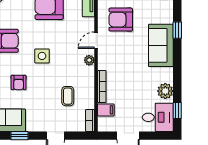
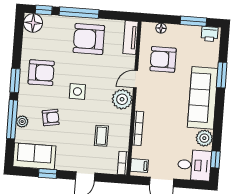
window: (177, 30) -> (222, 75), width x1.50
sofa: (161, 45) -> (203, 98), width x1.36
plant: (89, 60) -> (122, 99), width x1.88, depth x1.88
armchair: (19, 83) -> (51, 118), turned -100
filing cabinet: (106, 110) -> (139, 166), moved

